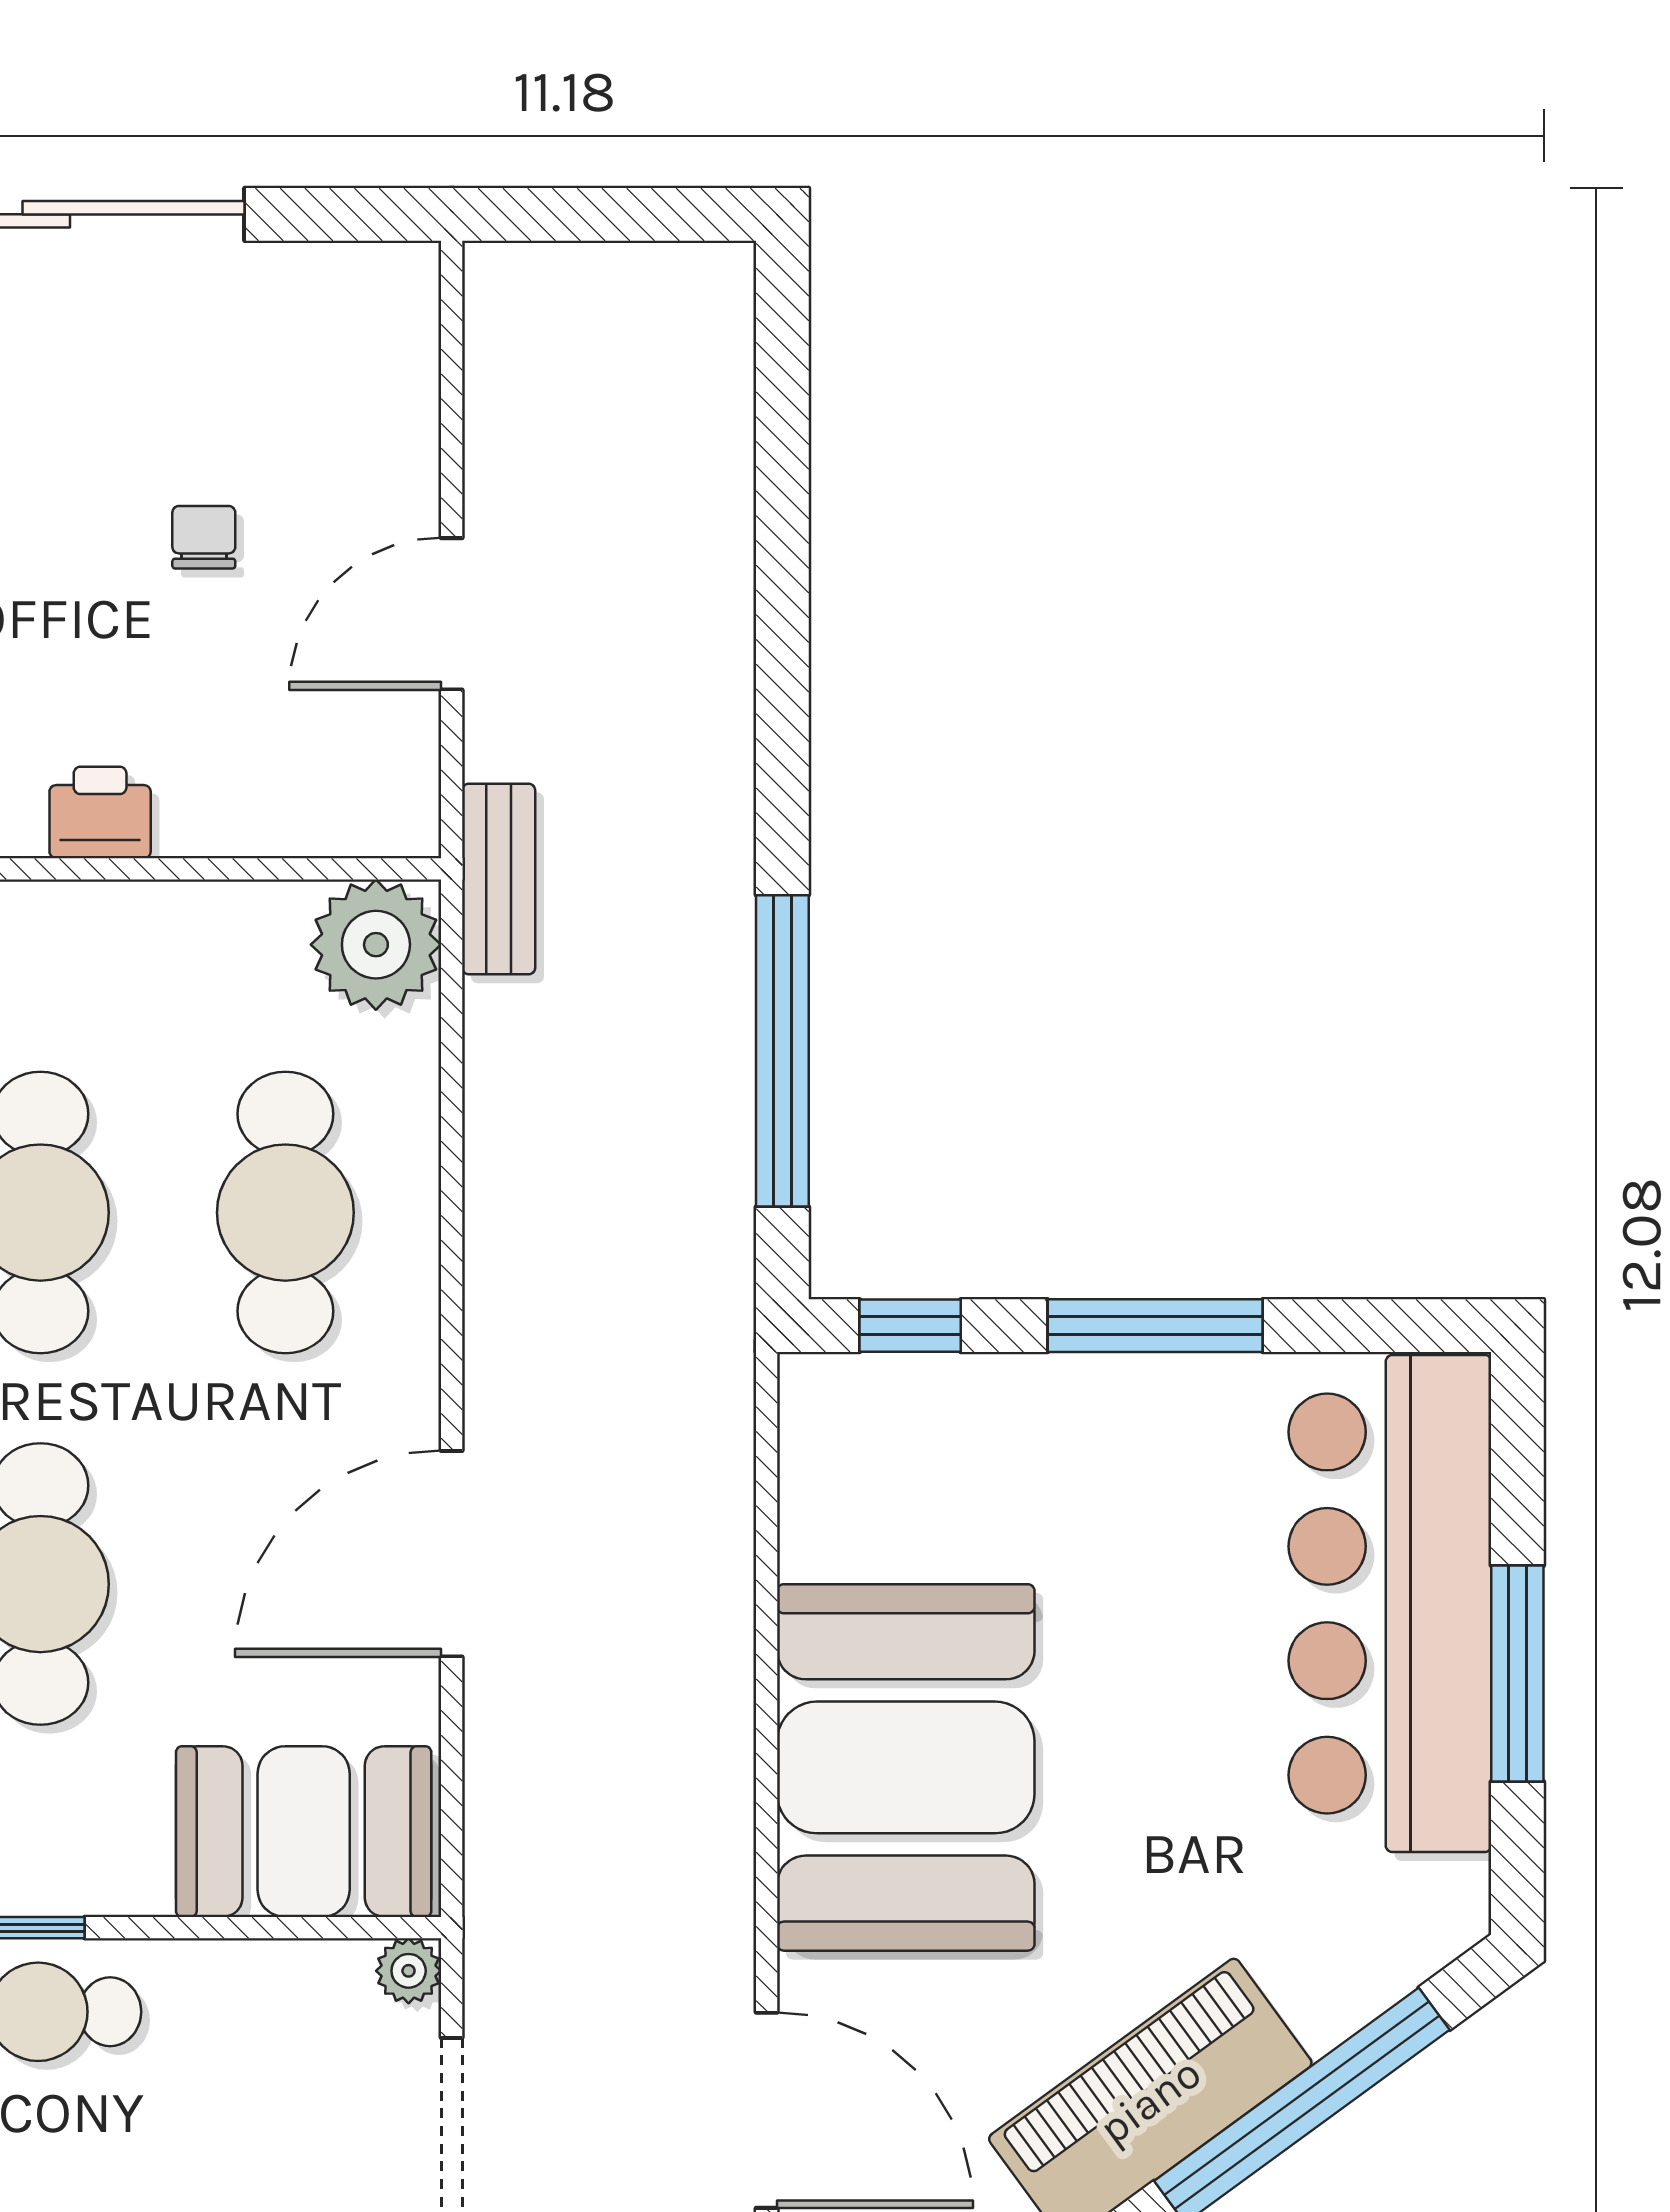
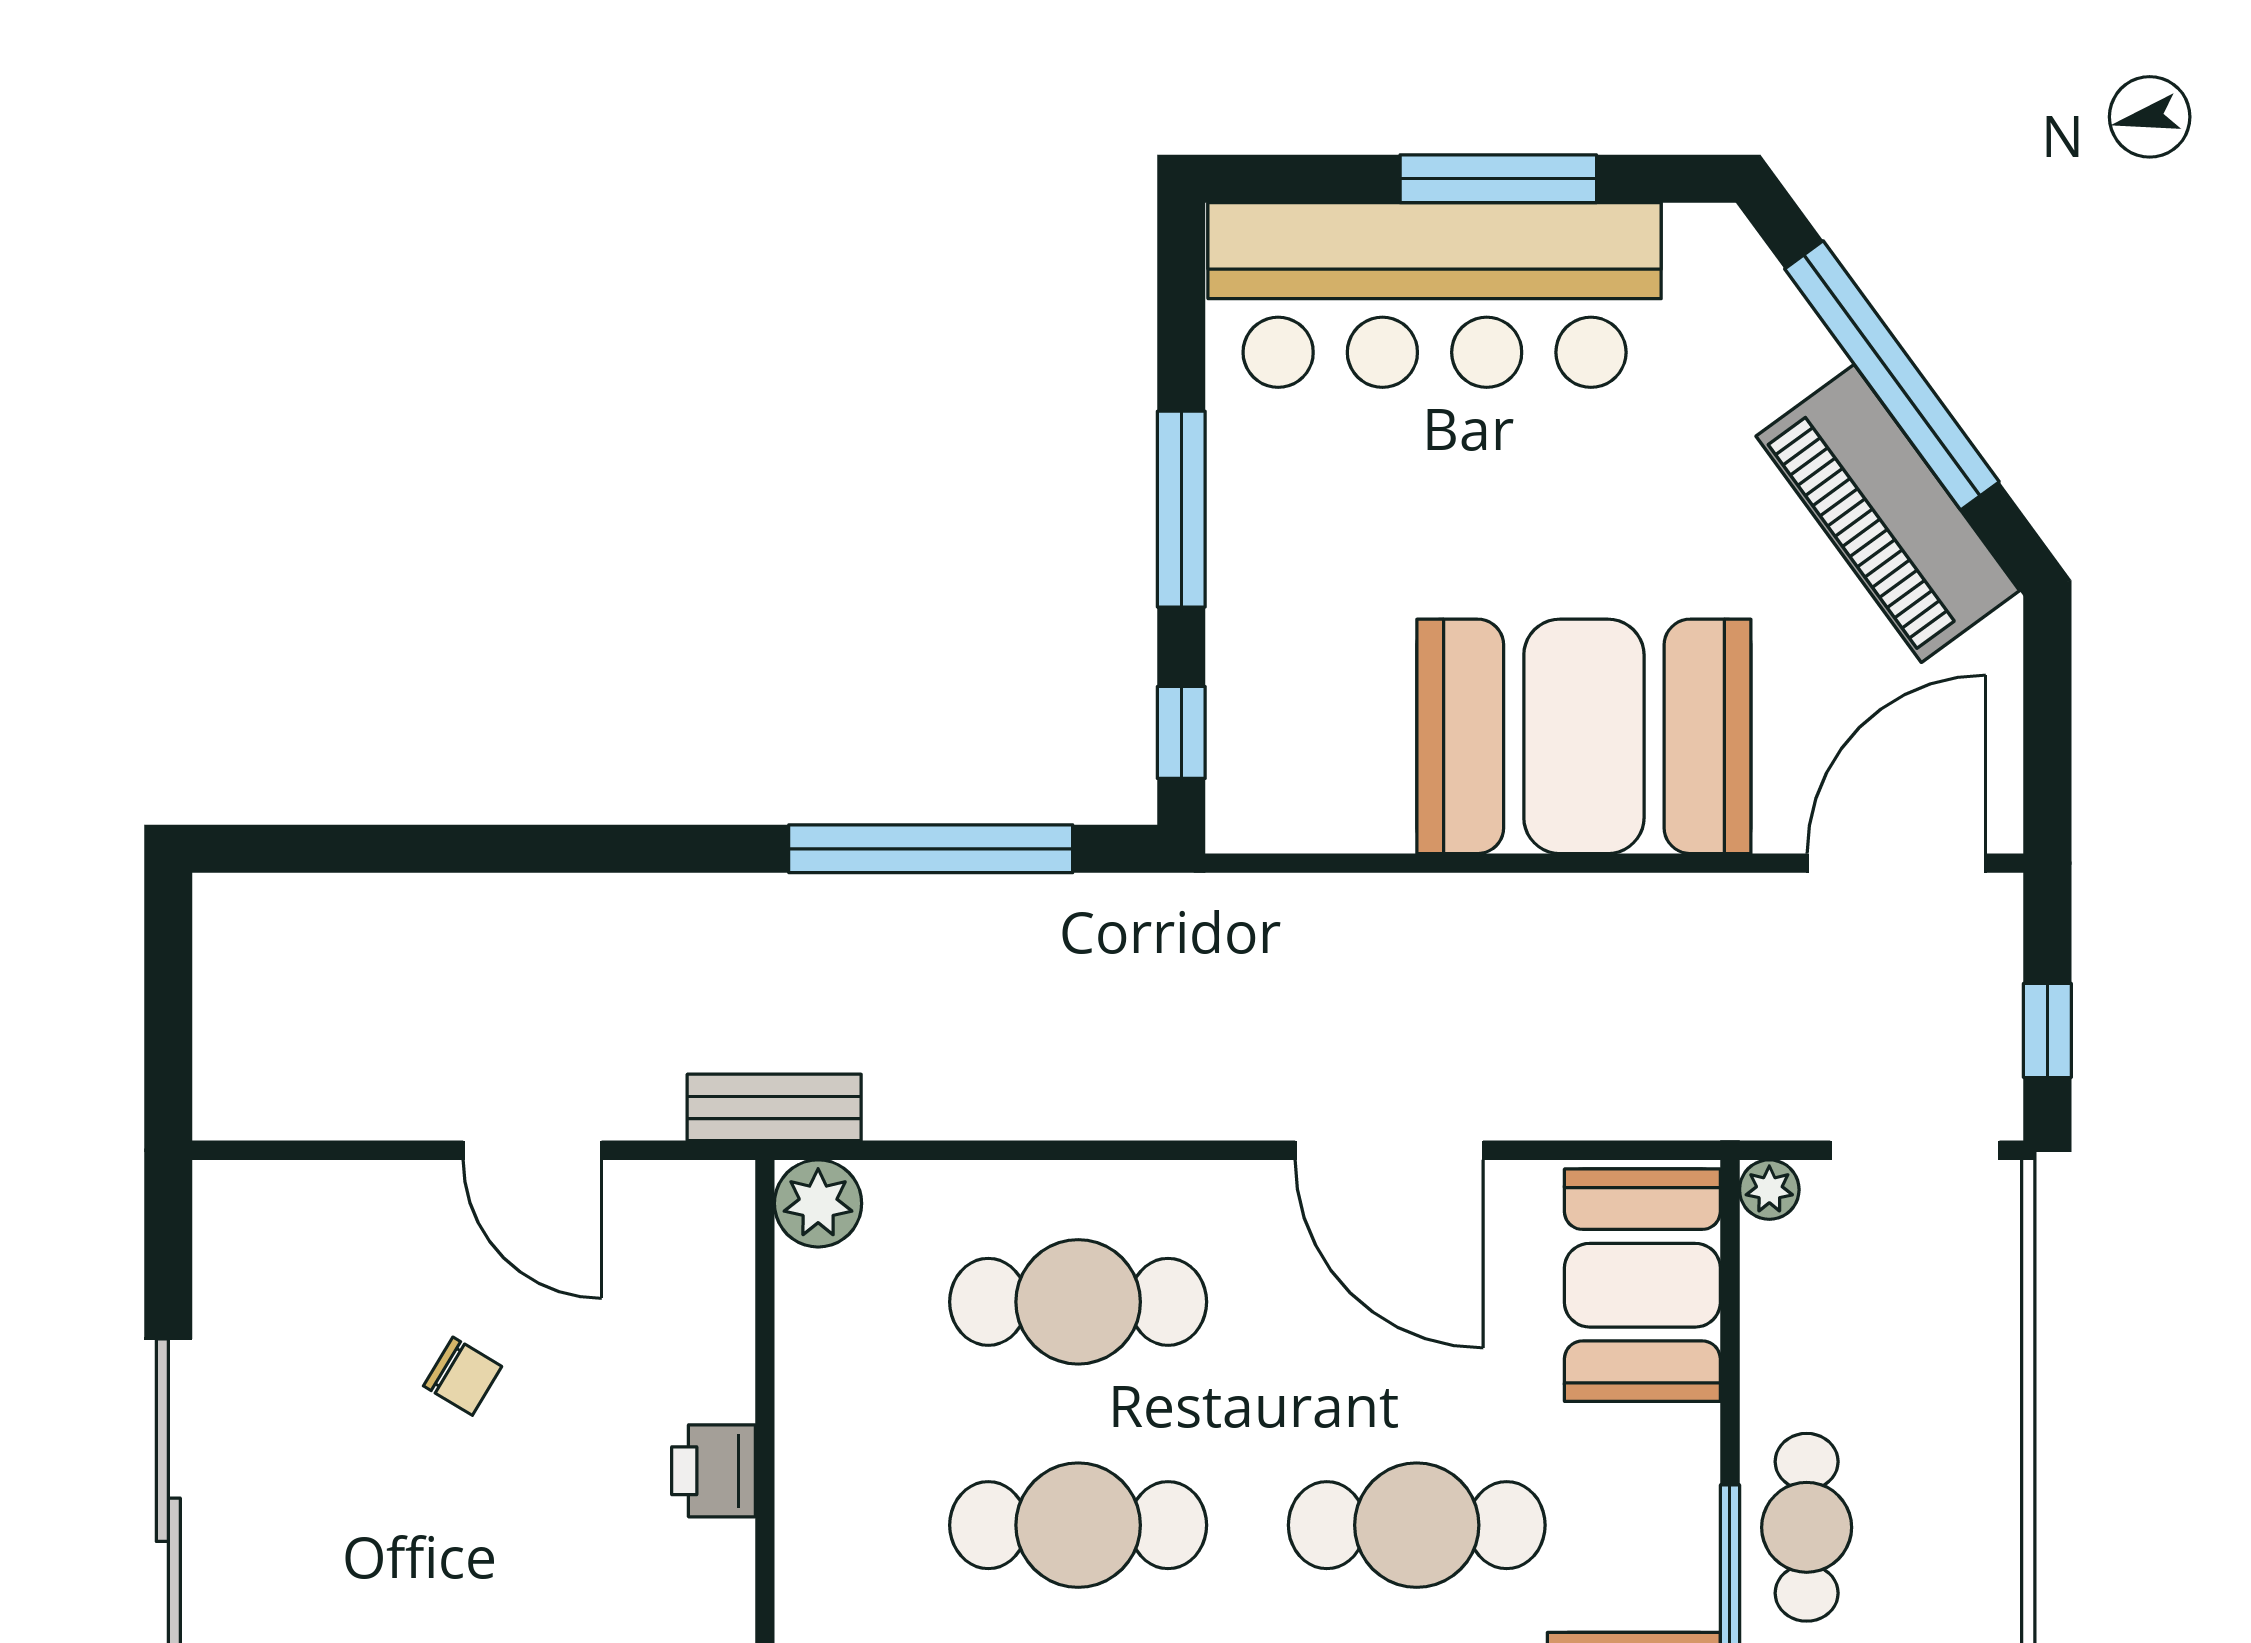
chair: (204, 537) -> (463, 1376), turned -149
plant: (376, 945) -> (818, 1203), width x0.73, depth x0.73

